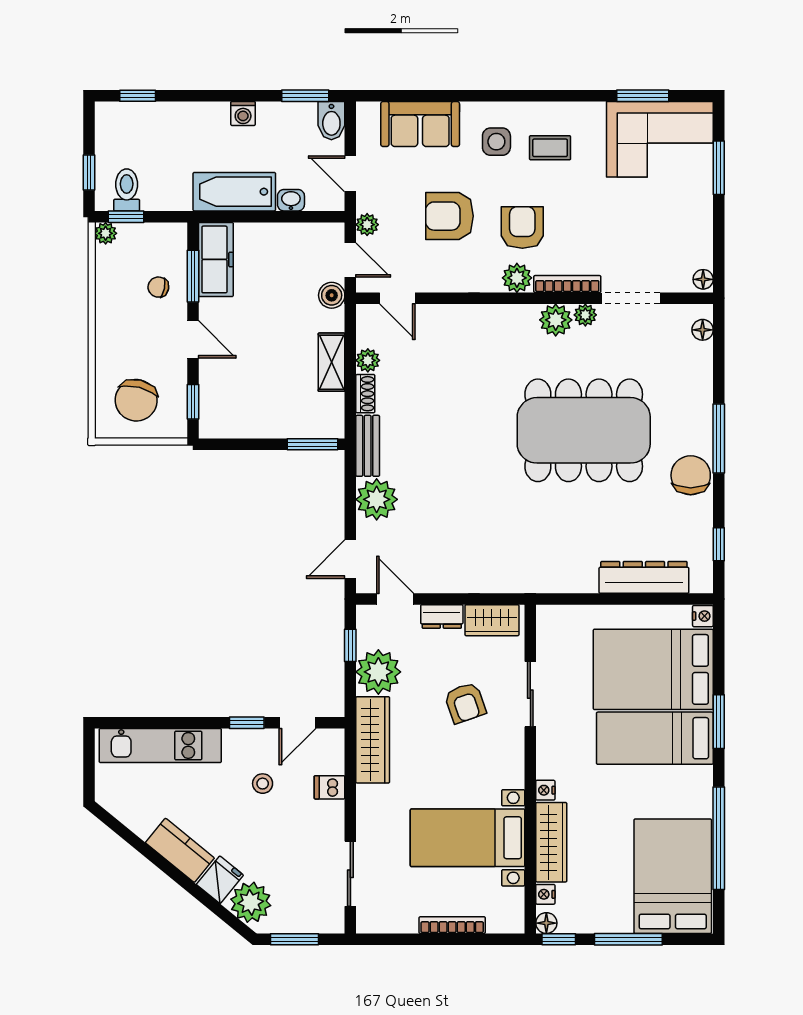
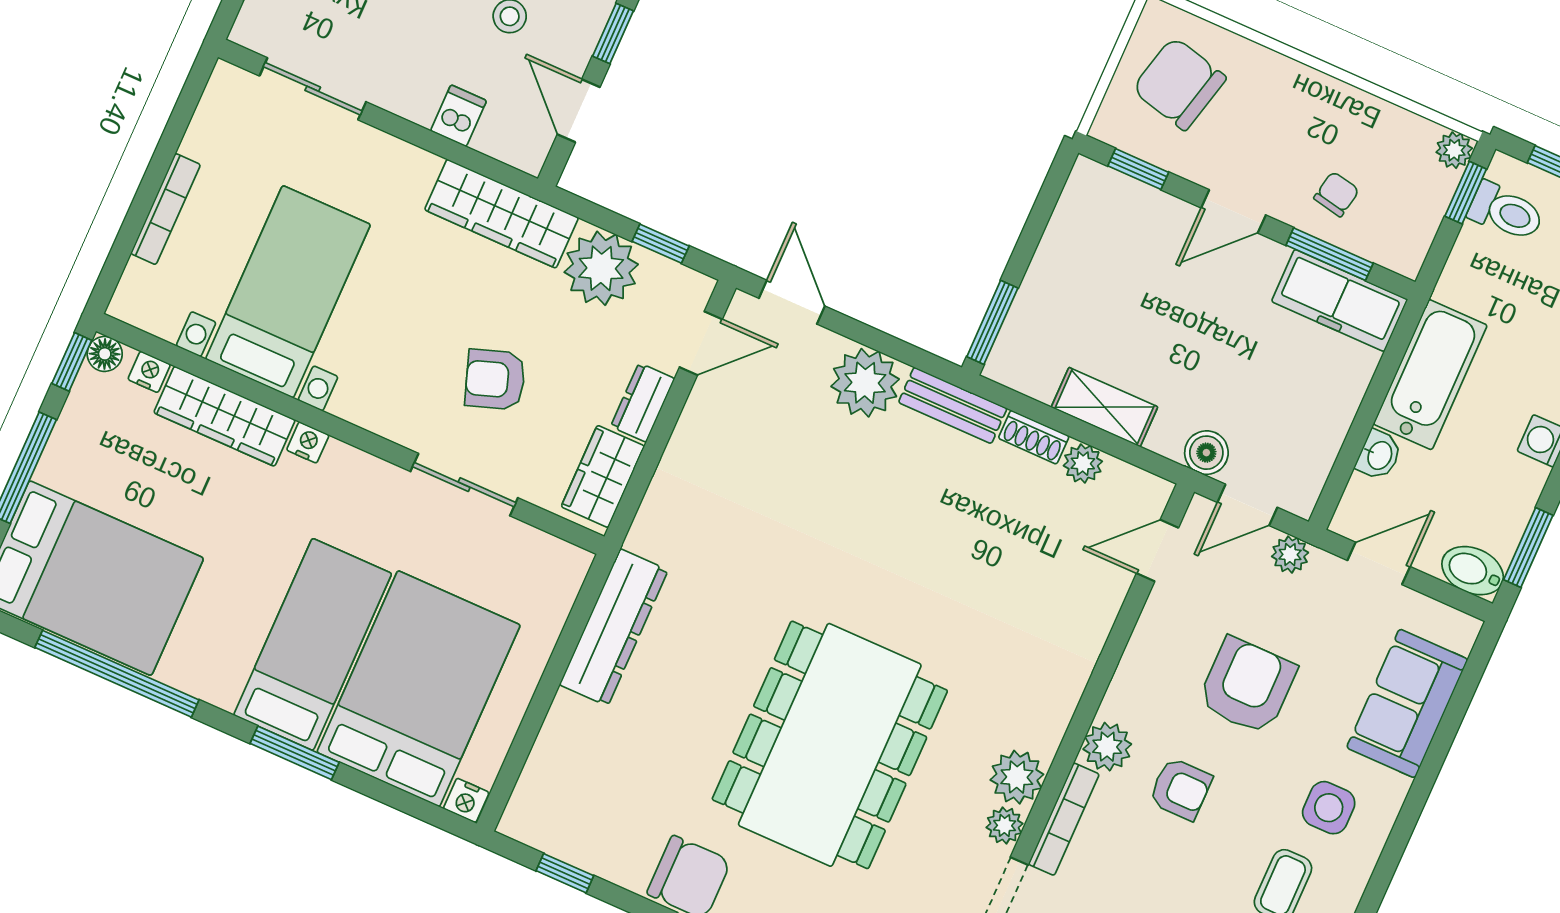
armchair: (522, 227) -> (1180, 789), width x0.72, depth x0.72
dresser: (644, 577) -> (614, 627), moved

